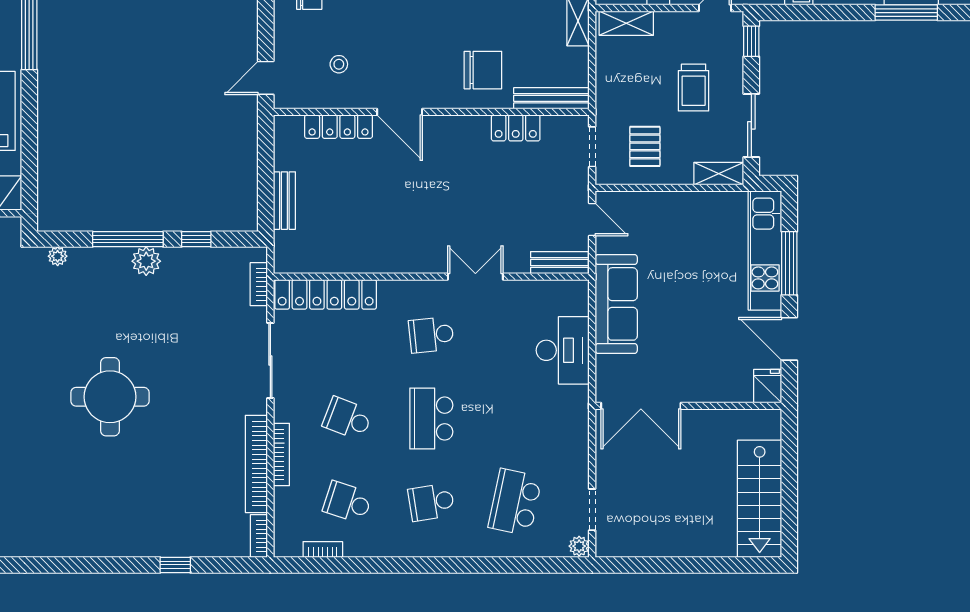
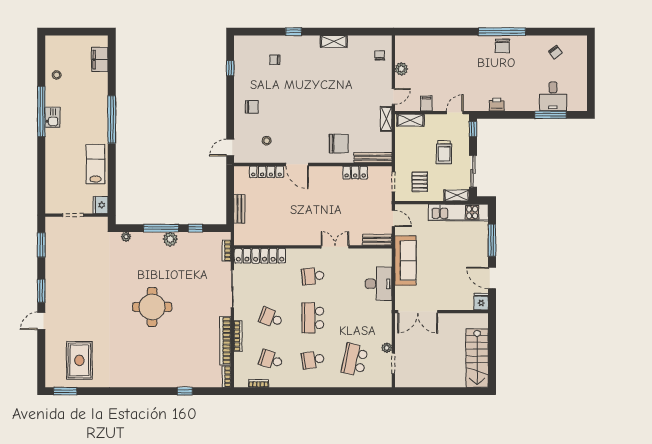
kitchen unit: (765, 251) -> (458, 212), moved, turned -90
plant: (579, 546) -> (387, 348), moved

